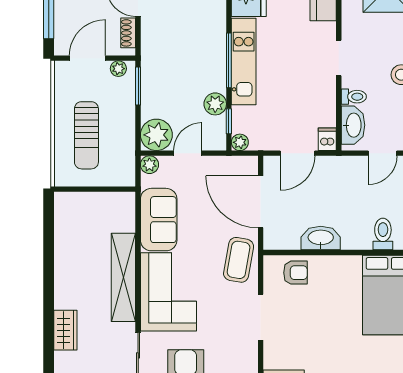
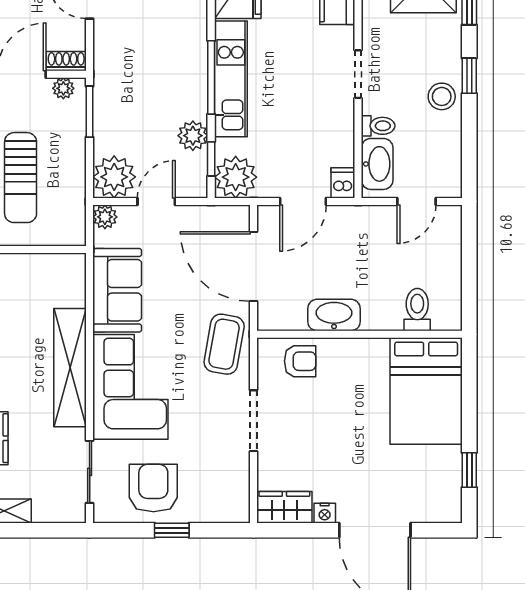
shoe rack: (128, 33) -> (66, 61), moved, turned 90
plant: (240, 142) -> (236, 177), width x1.88, depth x1.88

